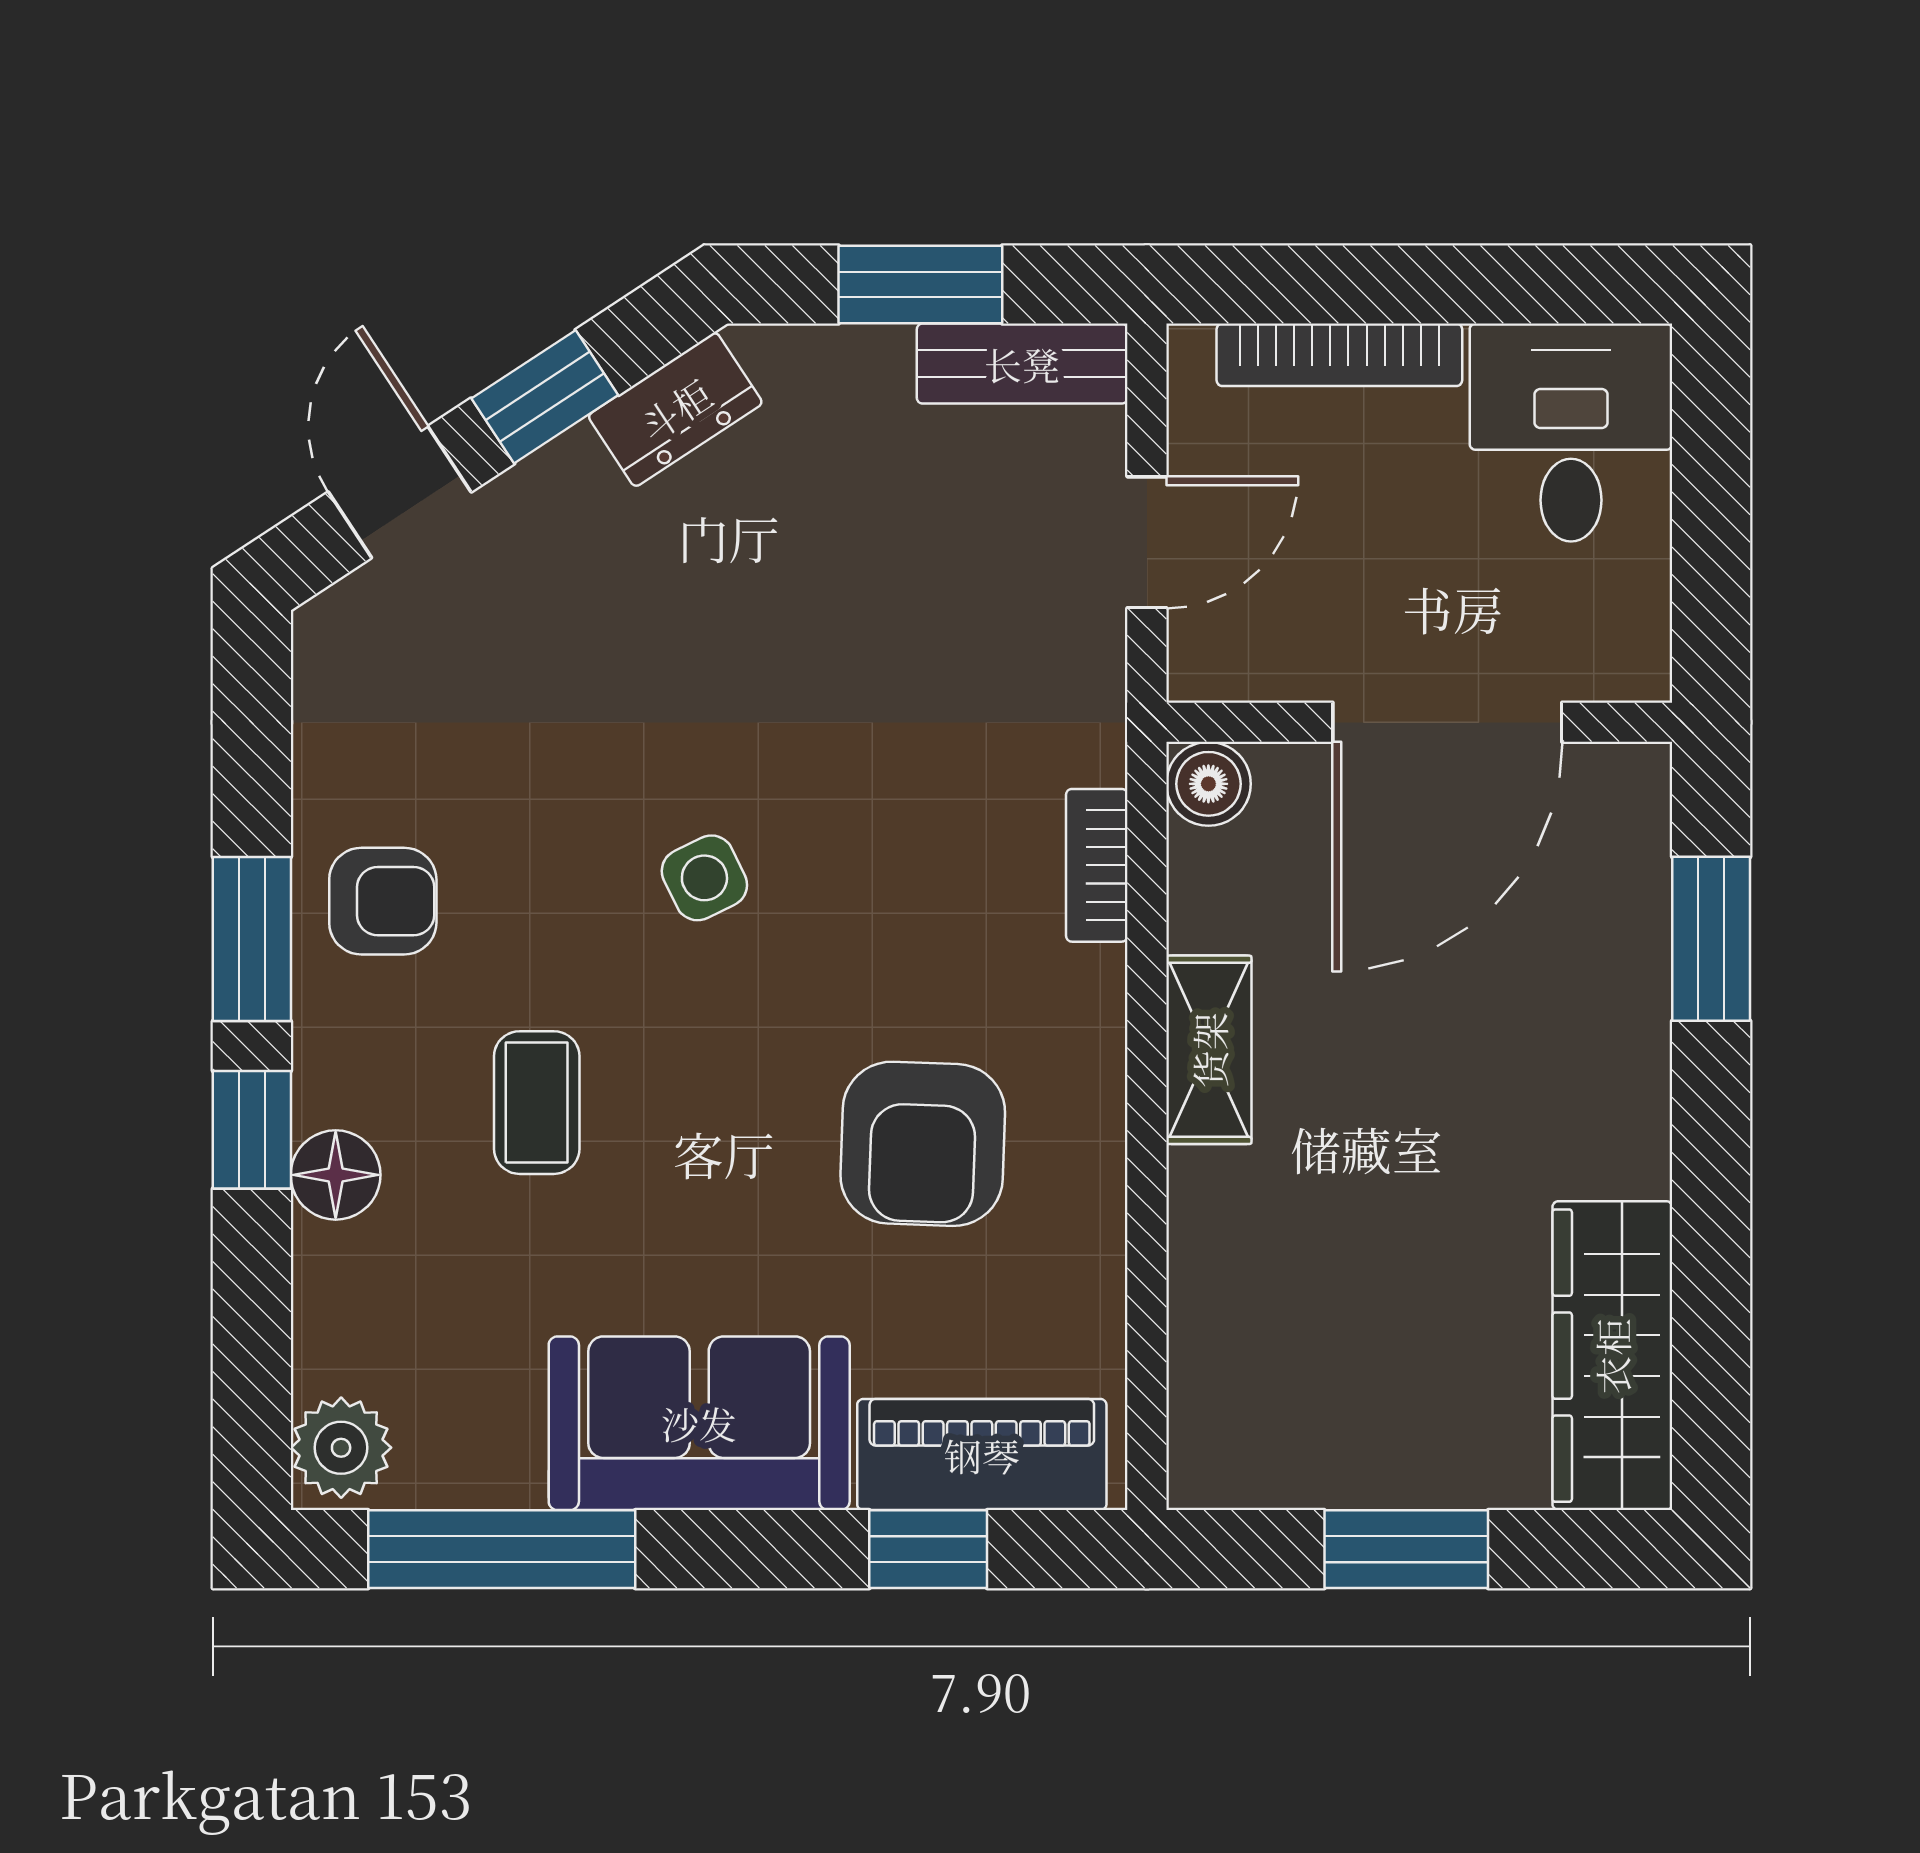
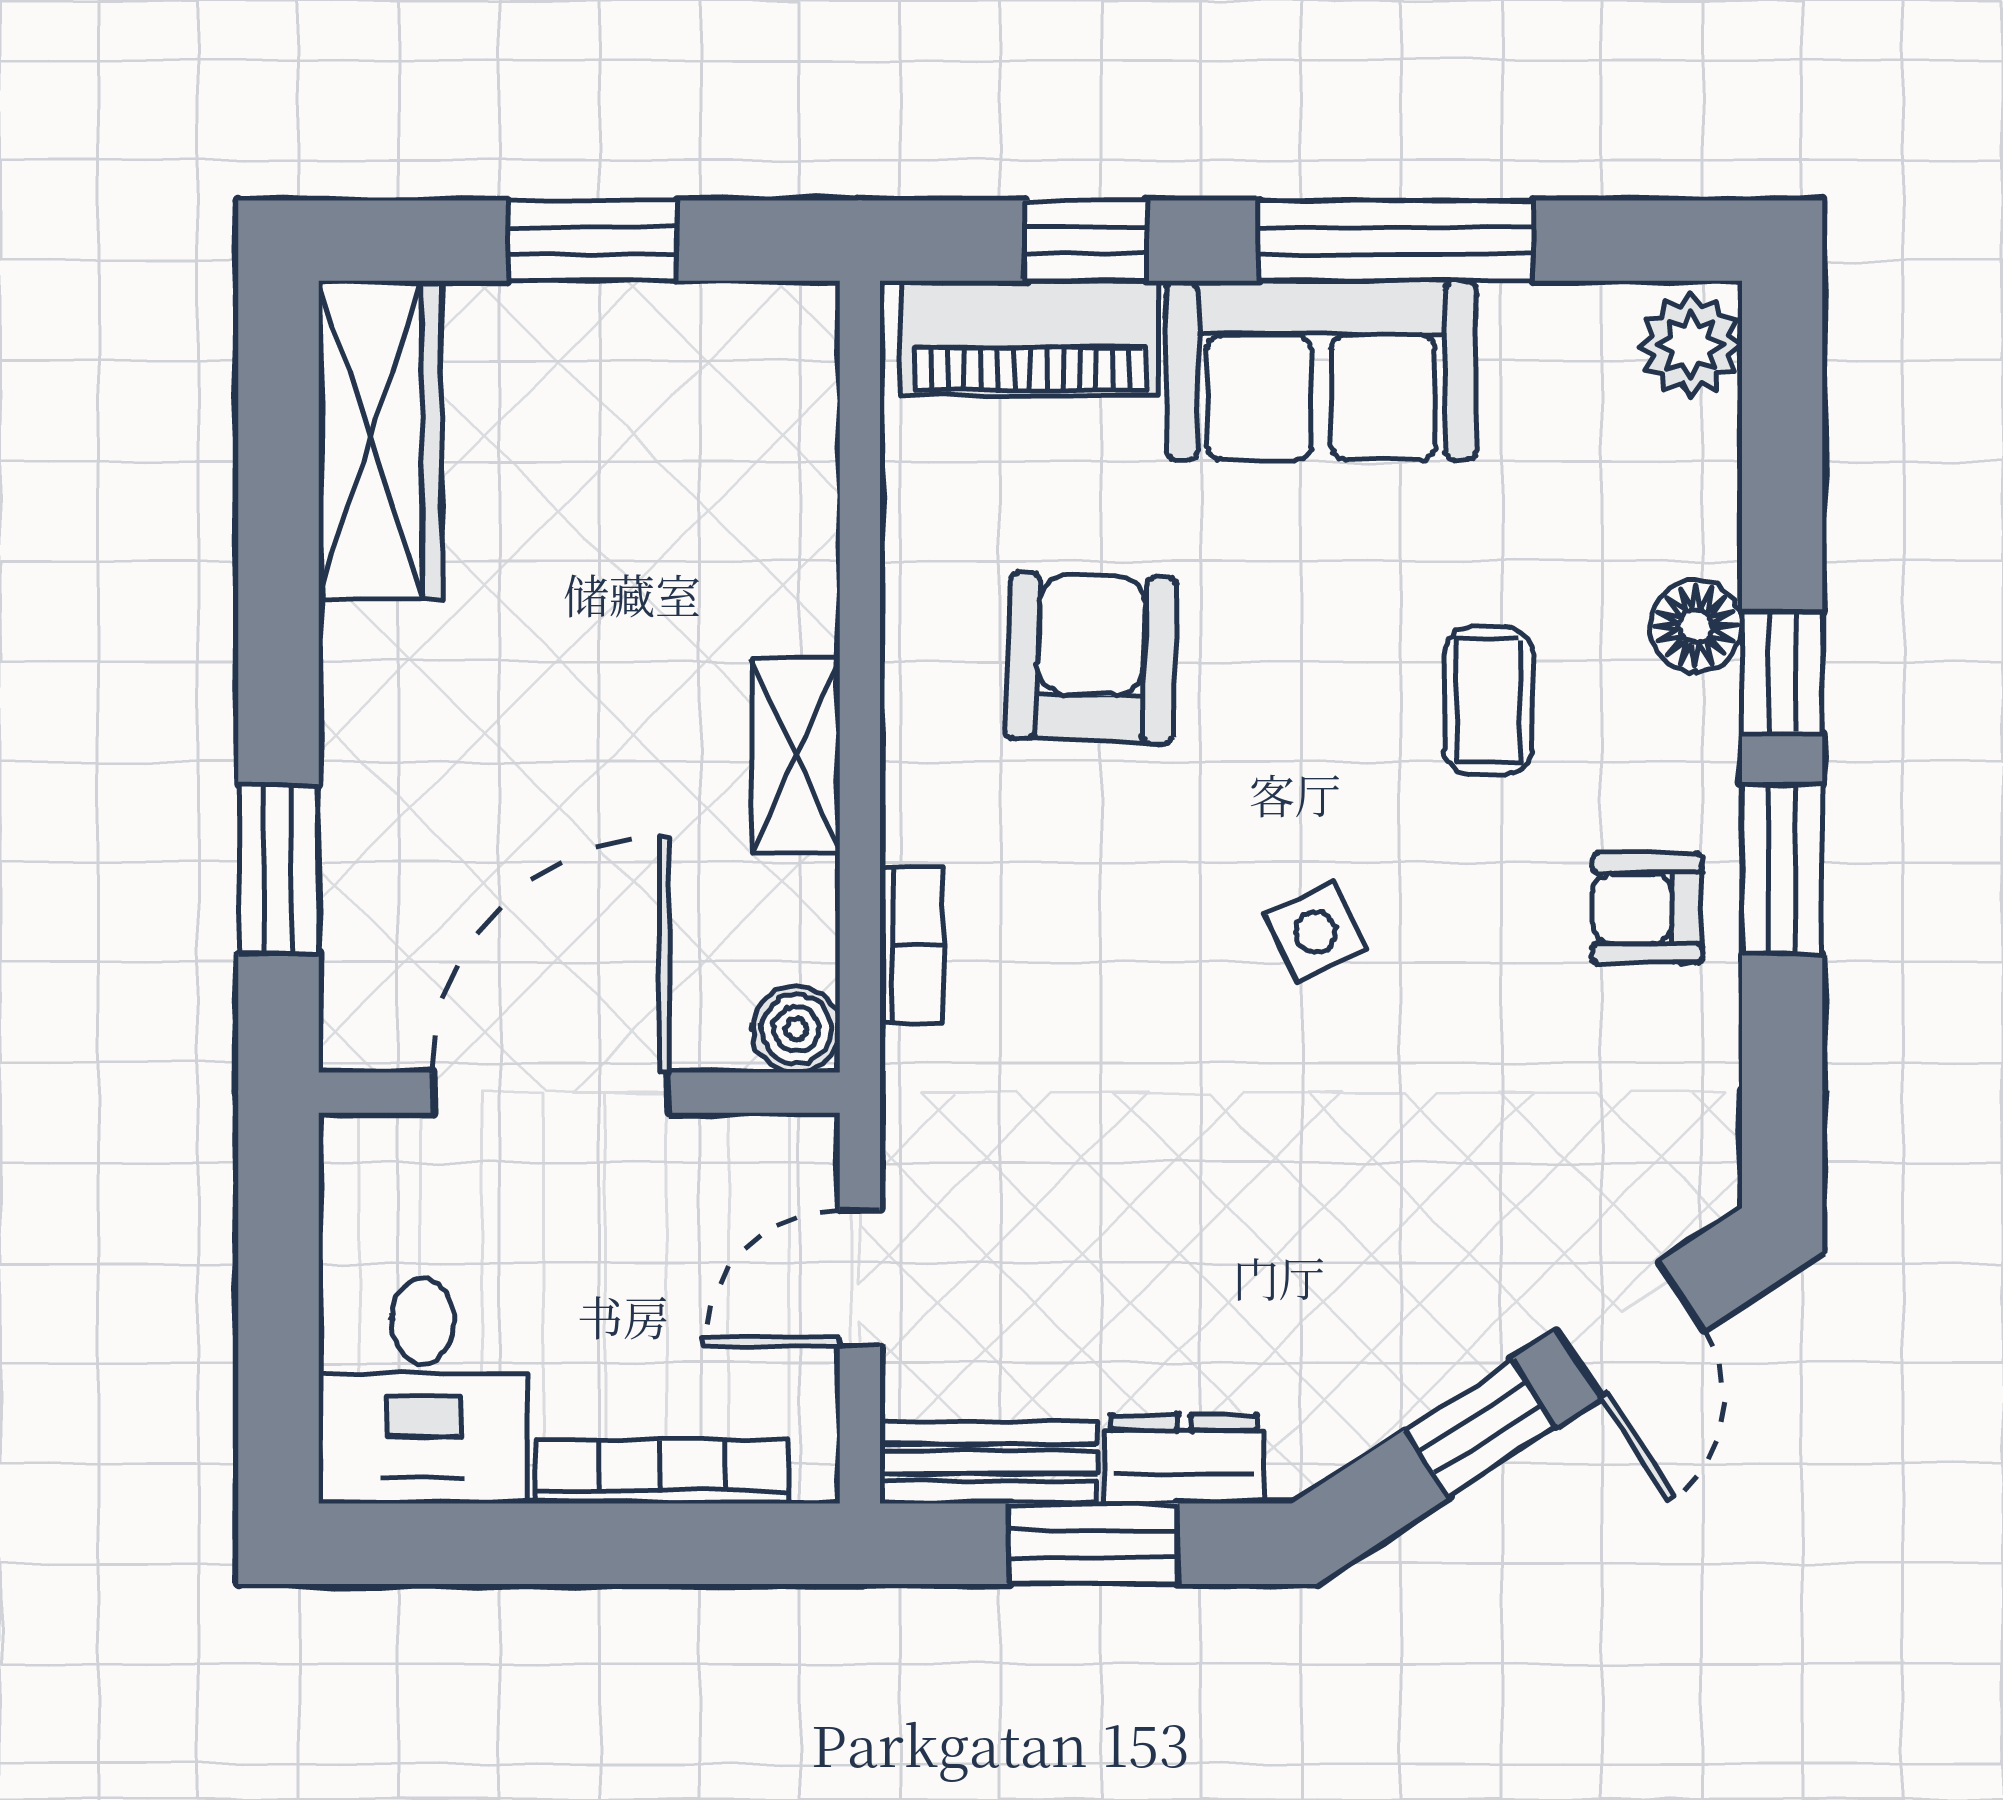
dresser: (675, 409) -> (1184, 1459), moved, turned 33
window: (502, 1549) -> (1396, 241), moved

